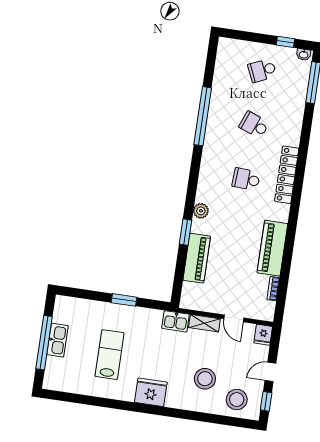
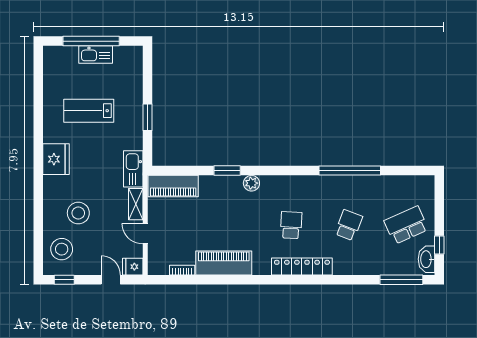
washbasin: (304, 54) -> (426, 259), width x1.91, depth x1.45
school desk: (262, 70) -> (406, 225), width x1.85
piano: (197, 258) -> (173, 186), moved
door: (234, 318) -> (145, 234), hinge flipped
kitchen sink: (176, 321) -> (133, 169), width x1.38
lab bench: (110, 355) -> (89, 111), turned 180
door: (270, 372) -> (111, 280), moved

